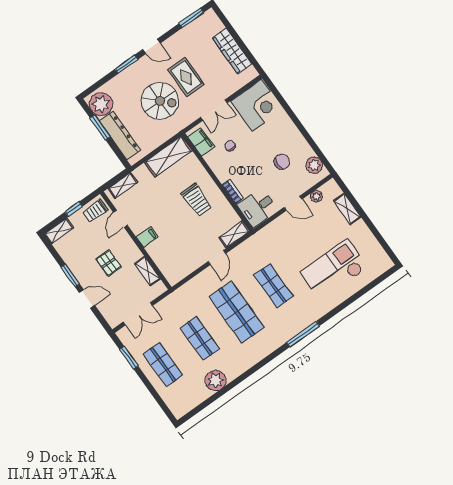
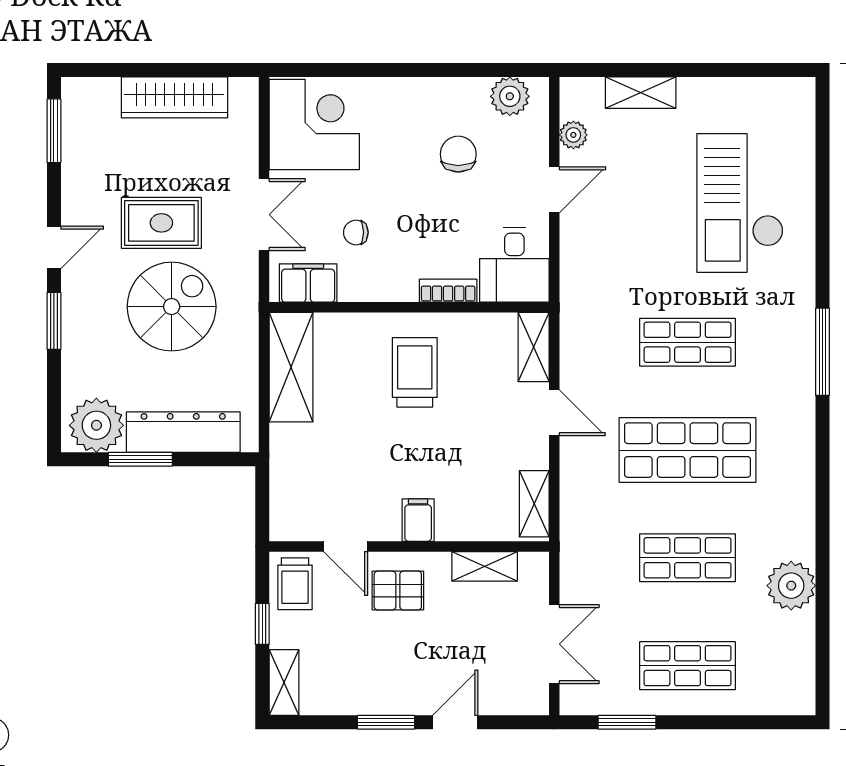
shelving: (123, 185) -> (534, 504), moved
trolley: (197, 200) -> (415, 372), turned -90
pallet: (109, 263) -> (398, 591), moved

